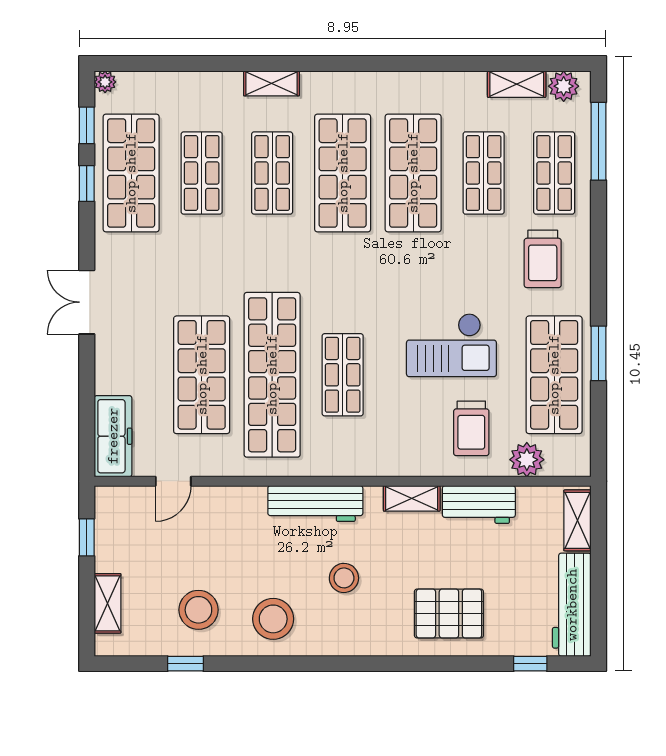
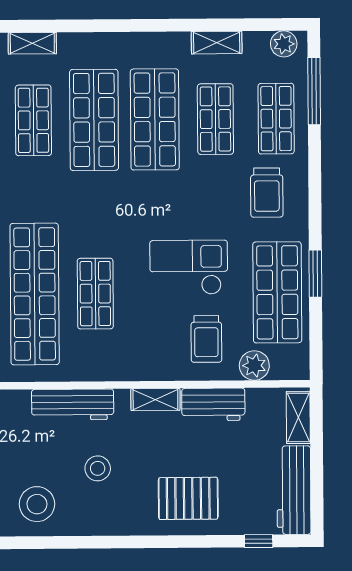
shelving: (517, 84) -> (217, 43), moved
checkout: (451, 345) -> (189, 267), turned 180

